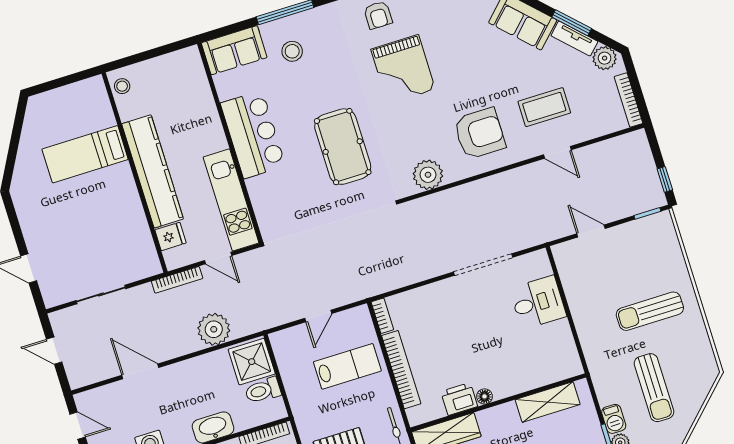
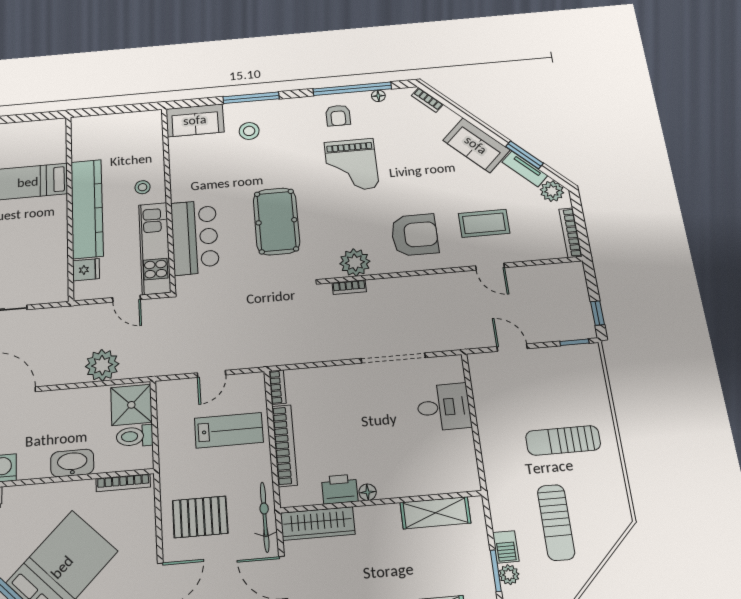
stool: (122, 86) -> (143, 187), moved
bar counter: (253, 135) -> (195, 237), moved
bookcase: (177, 280) -> (349, 287), moved, width x0.64

